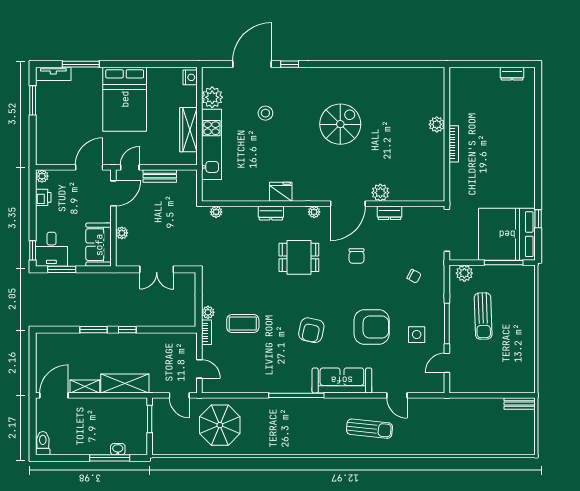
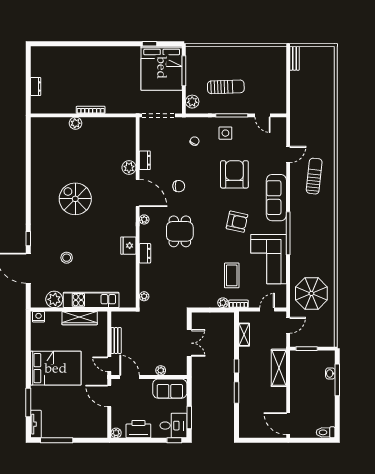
dresser: (512, 74) -> (36, 87), moved
window: (33, 100) -> (57, 440), width x1.44
printer: (43, 197) -> (138, 429), width x1.87, depth x1.48
side table: (417, 335) -> (225, 133), moved
corner sofa: (264, 371) -> (269, 259), added
shelving: (85, 386) -> (244, 335), moved

